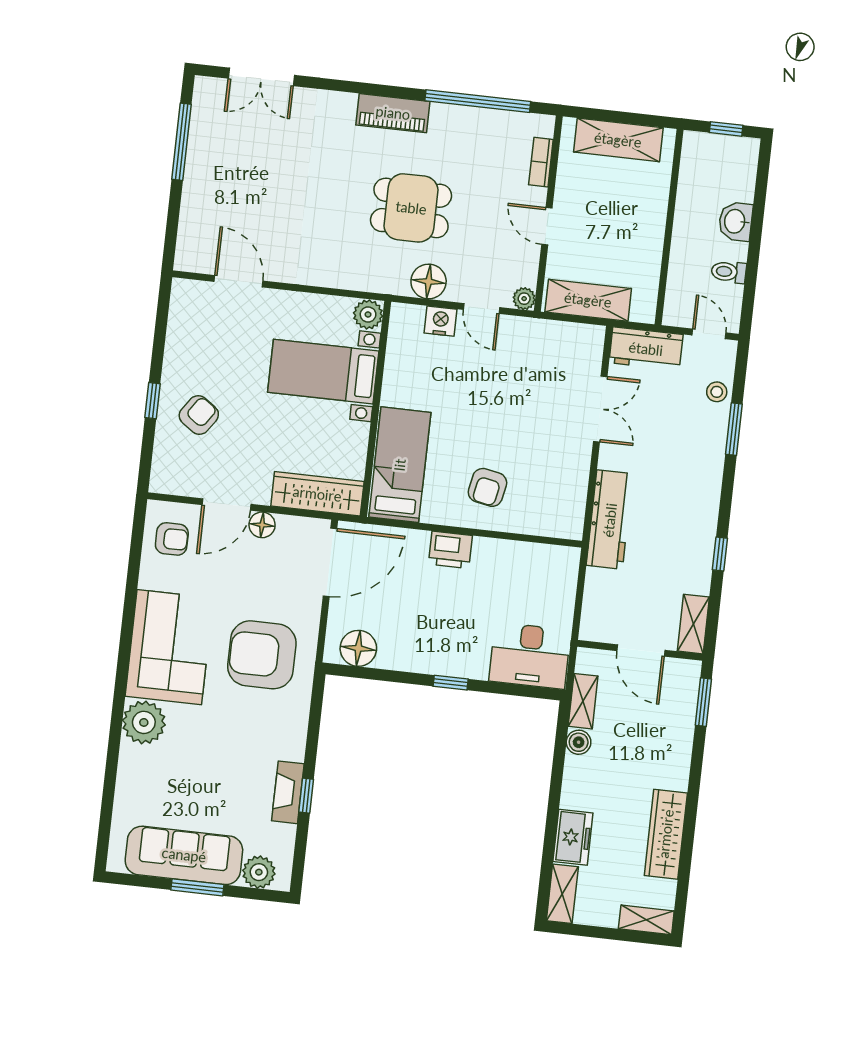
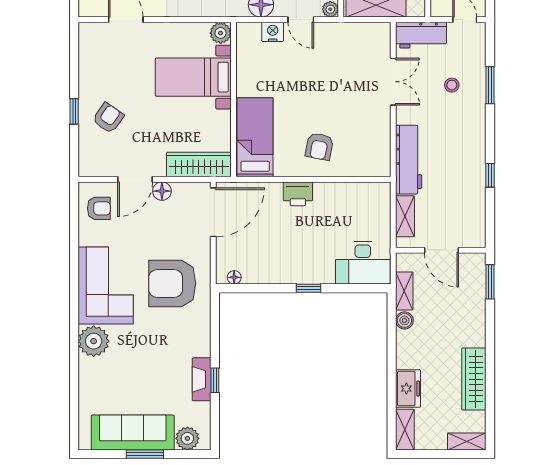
stool: (717, 392) -> (452, 85), moved
shelving: (693, 624) -> (405, 216), moved
floor lamp: (358, 648) -> (234, 277), width x0.53, depth x0.53

